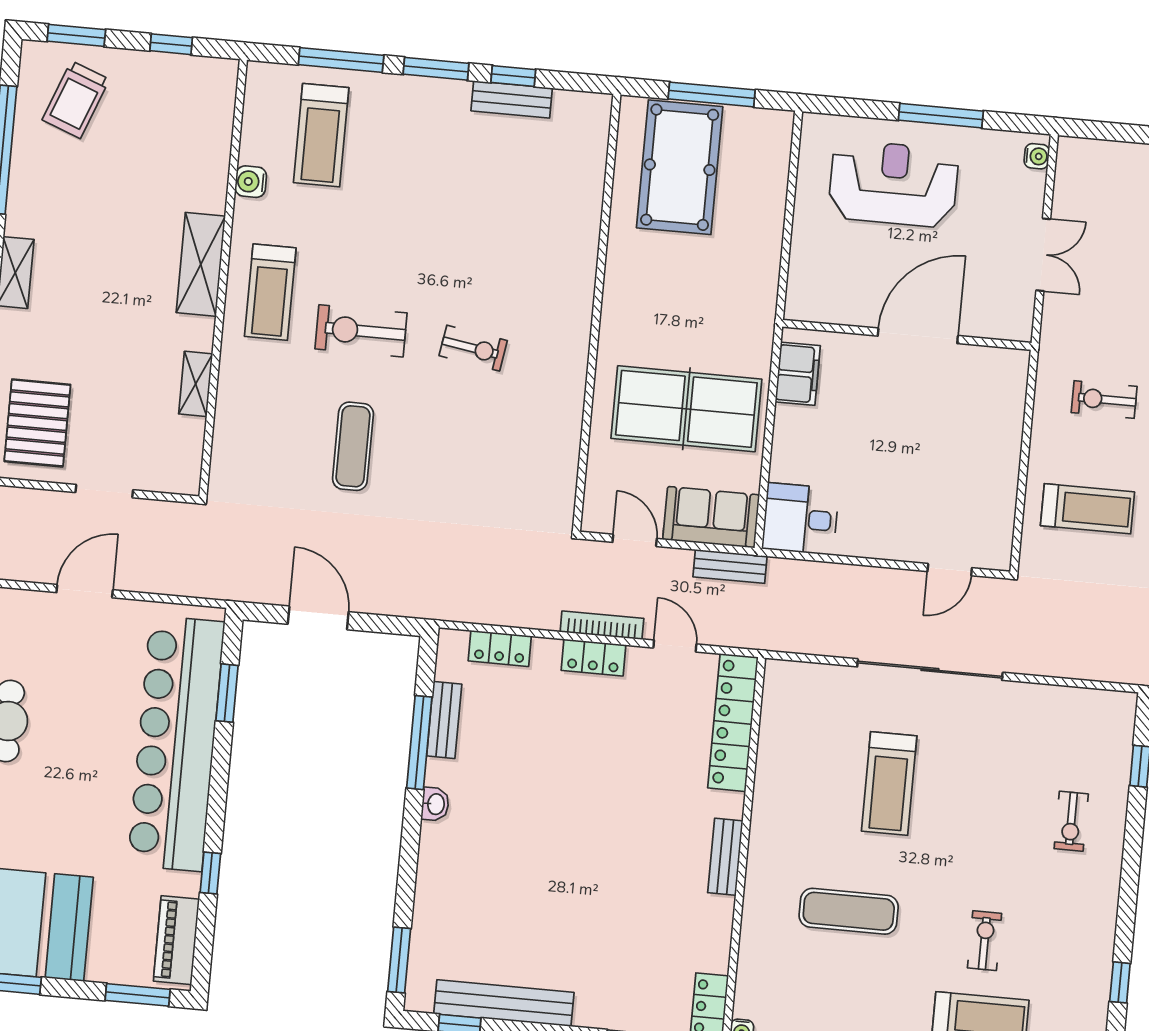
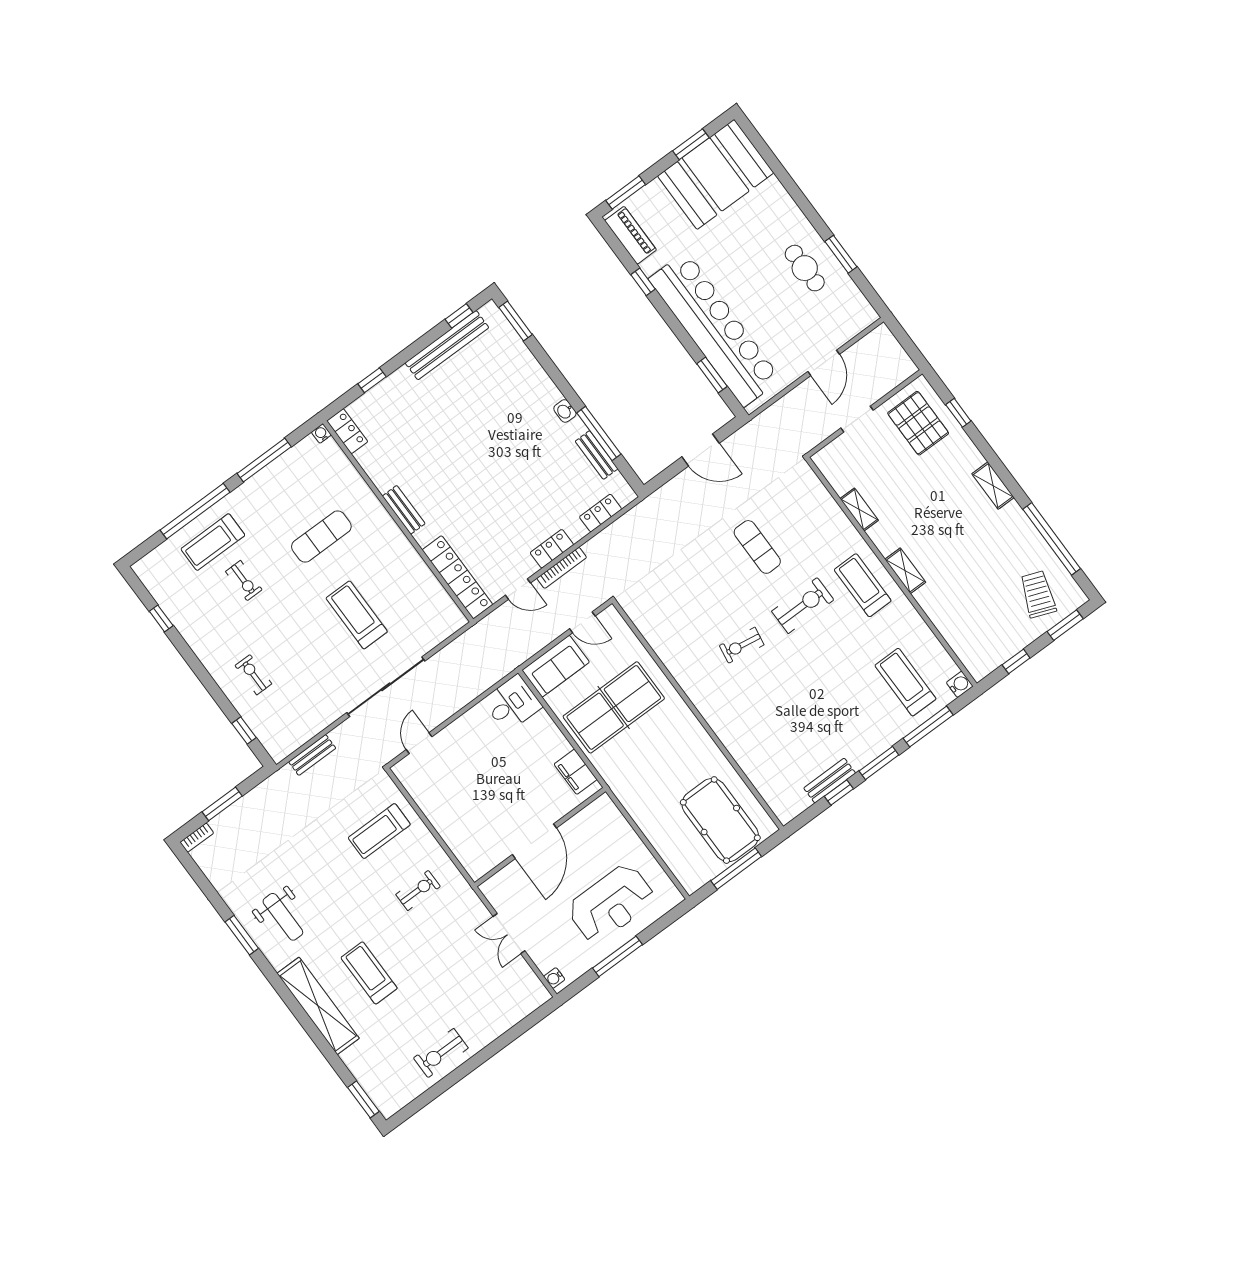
water cooler: (251, 182) -> (960, 684), moved
shelving: (201, 264) -> (905, 571), width x0.67, depth x0.75
bench: (730, 566) -> (312, 755), moved

